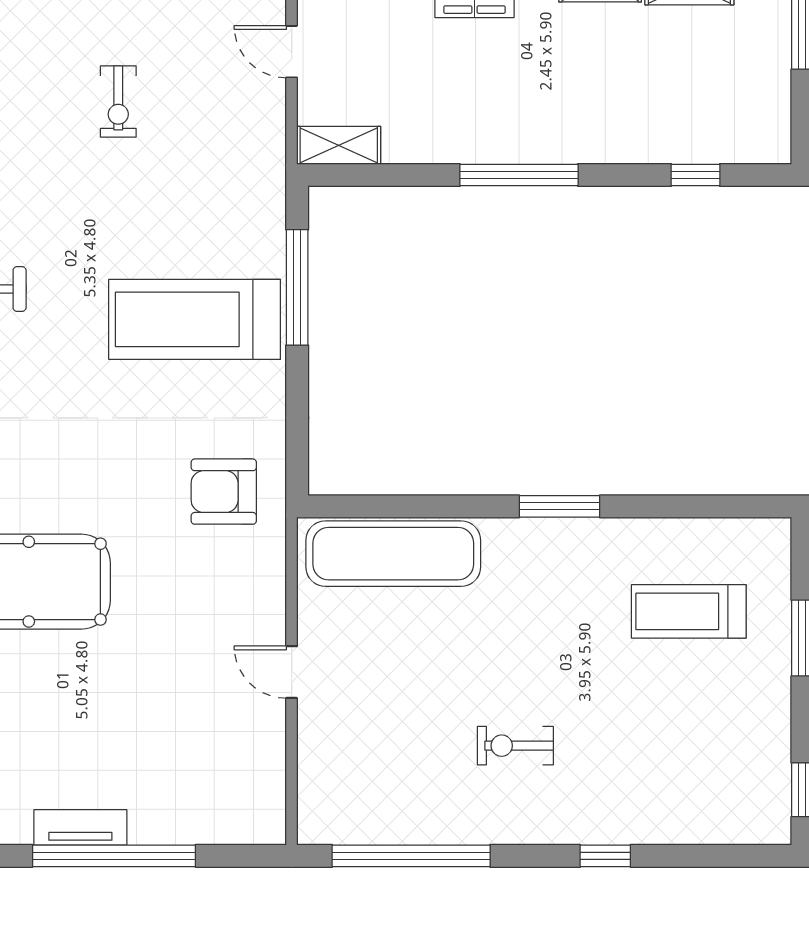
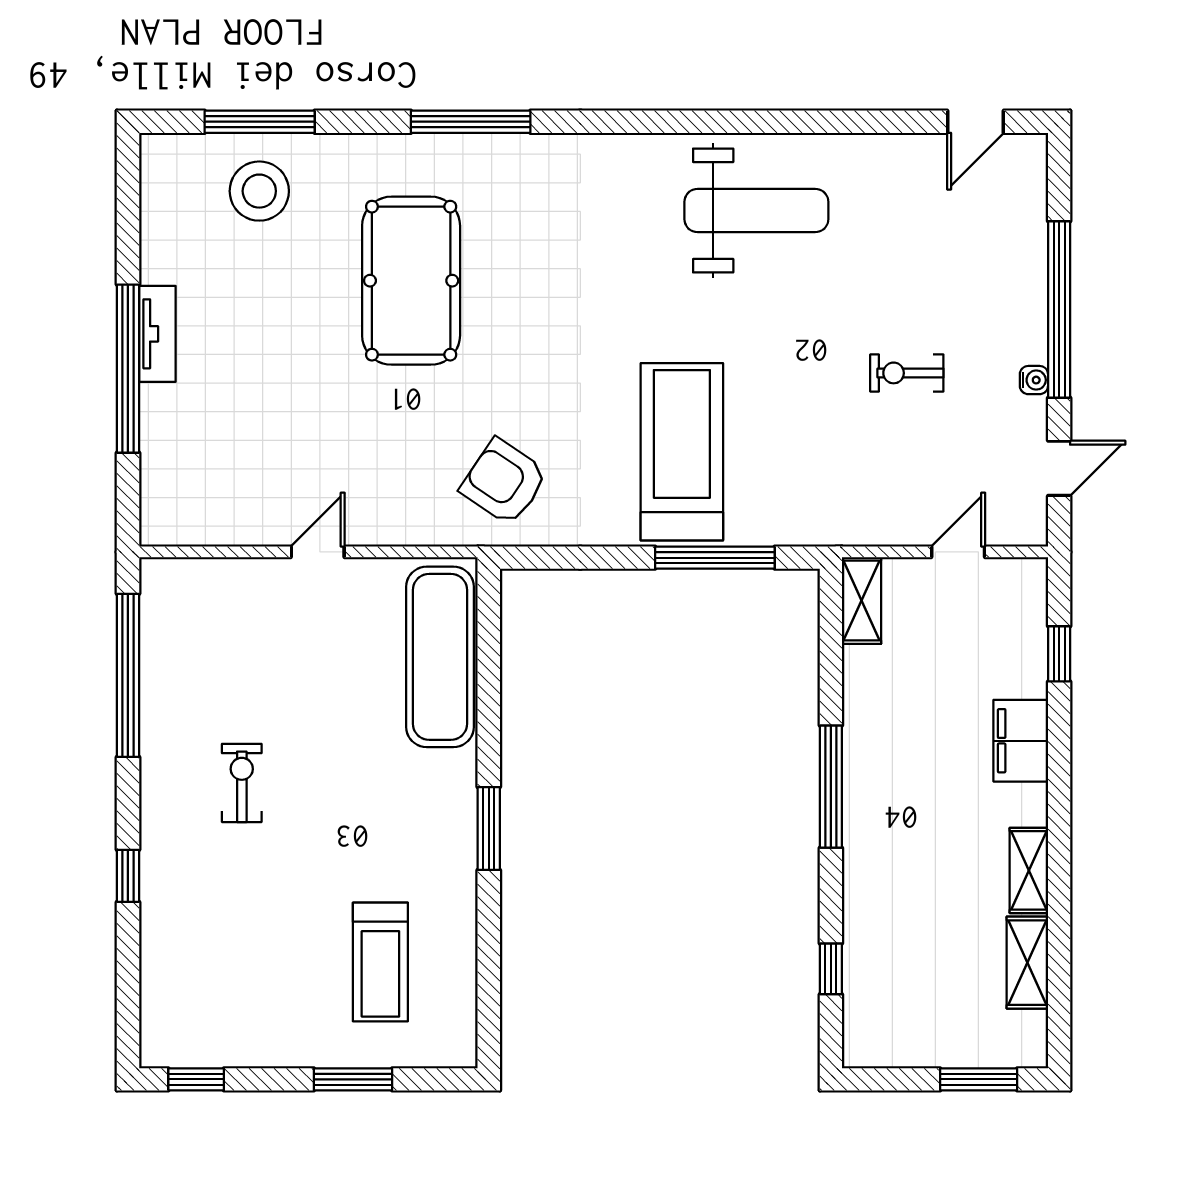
armchair: (224, 492) -> (504, 482), turned -56
treadmill: (689, 611) -> (380, 962), turned 180

